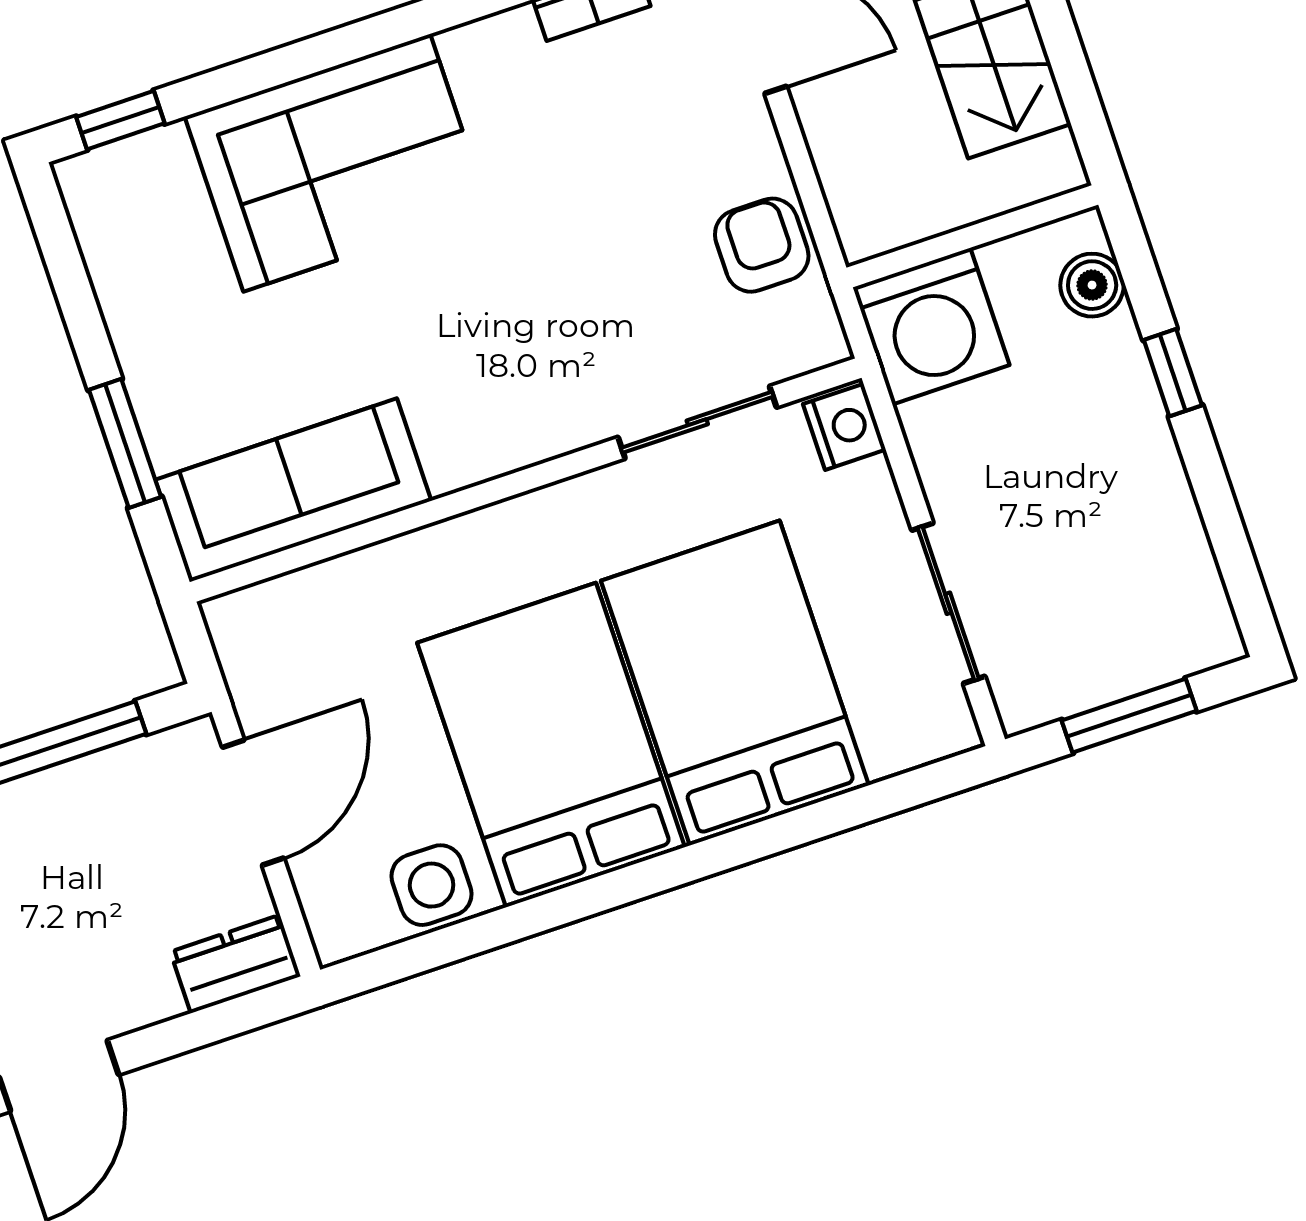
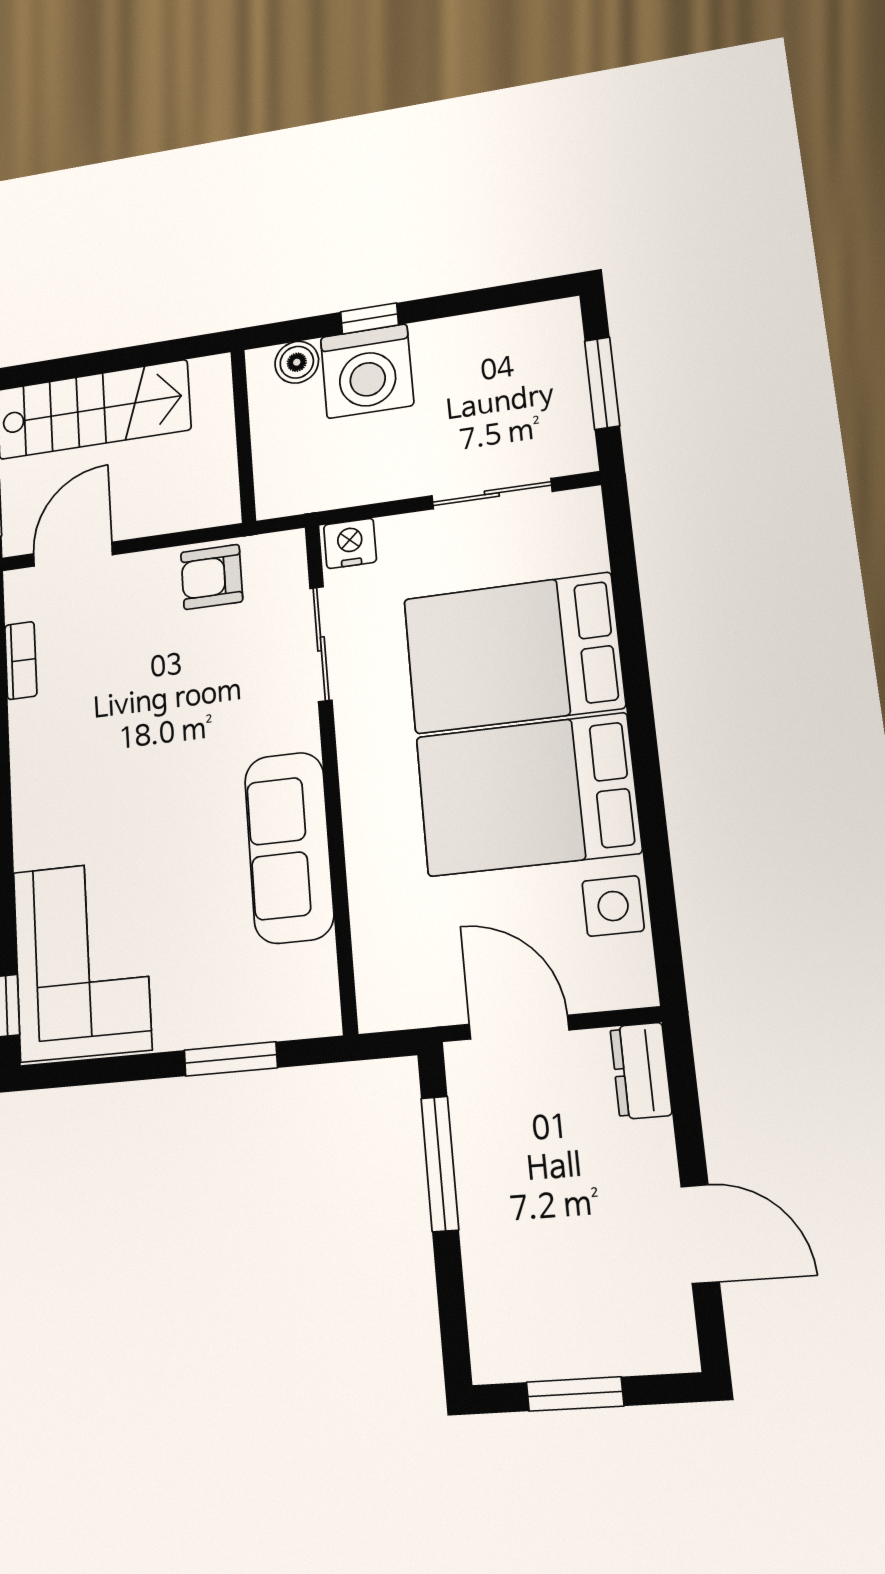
corner sofa: (337, 163) -> (82, 960), moved
washing machine: (931, 326) -> (367, 371), moved, turned 90
sofa: (293, 490) -> (289, 847), moved

